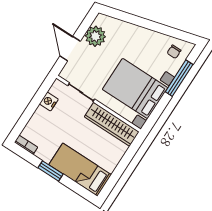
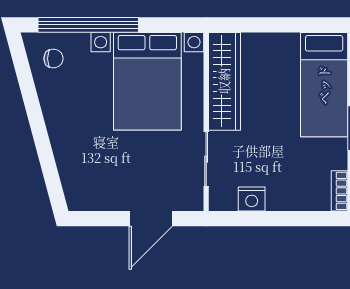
plant: (95, 36) -> (107, 193), removed
window: (179, 78) -> (88, 25), width x1.46

